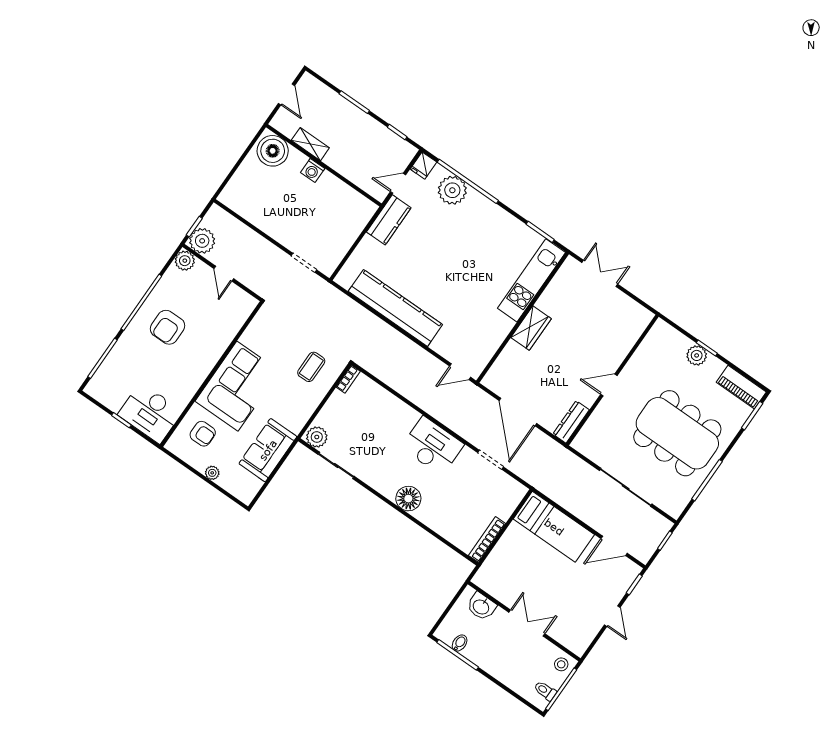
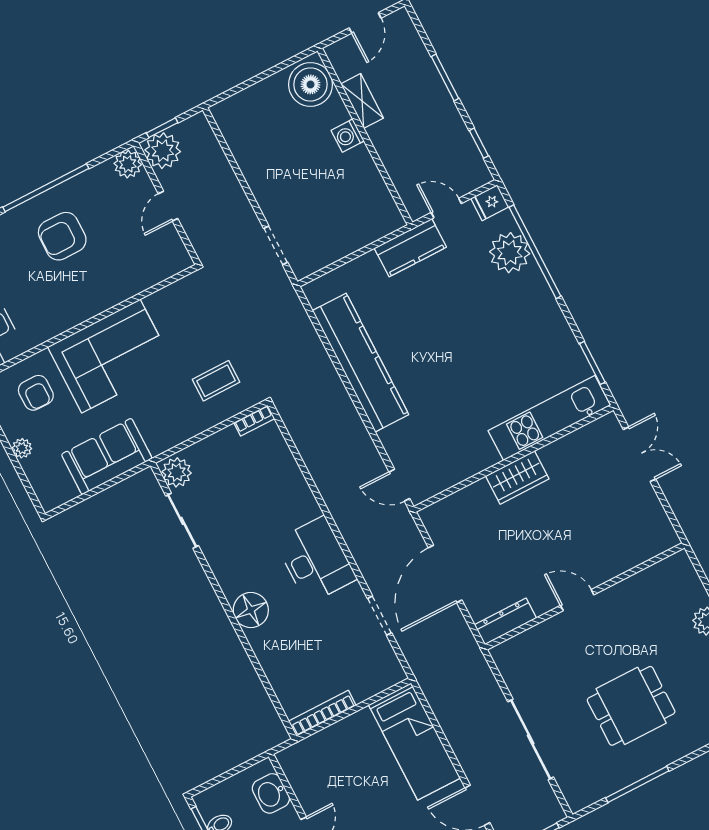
dining table: (677, 433) -> (631, 706), width x0.53, depth x0.80

